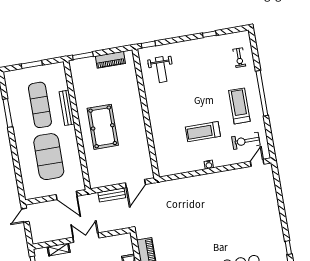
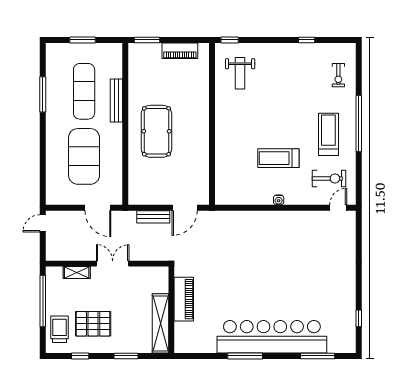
exercise bike: (246, 141) -> (329, 178), turned 180

